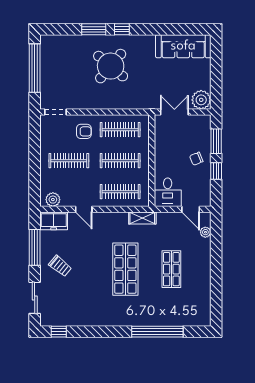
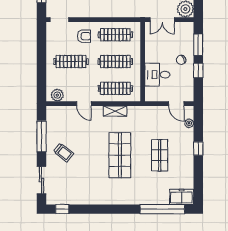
double door: (174, 112) -> (162, 20), swing flipped
desk: (168, 192) -> (157, 75), moved, turned 90
shelving: (142, 218) -> (115, 111), moved
freezer: (54, 221) -> (182, 197), moved, turned 180
window: (216, 261) -> (198, 149), added
window: (157, 332) -> (162, 209), moved

